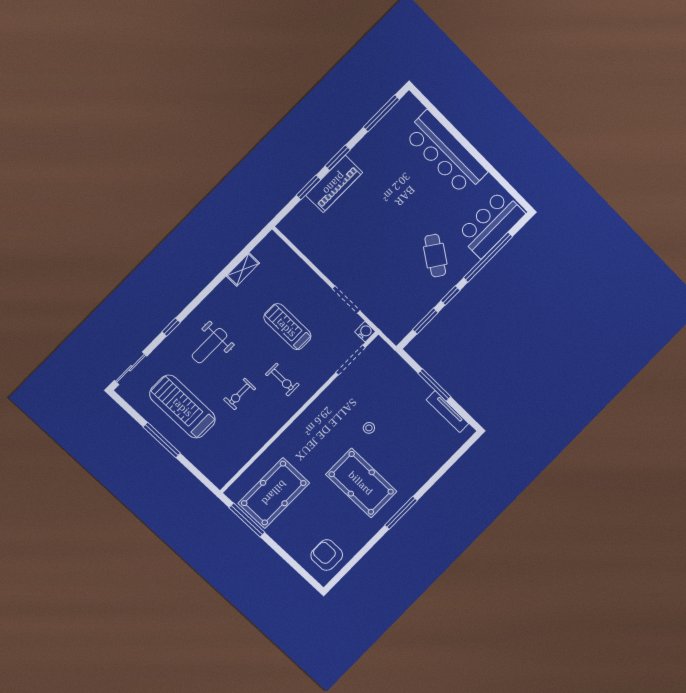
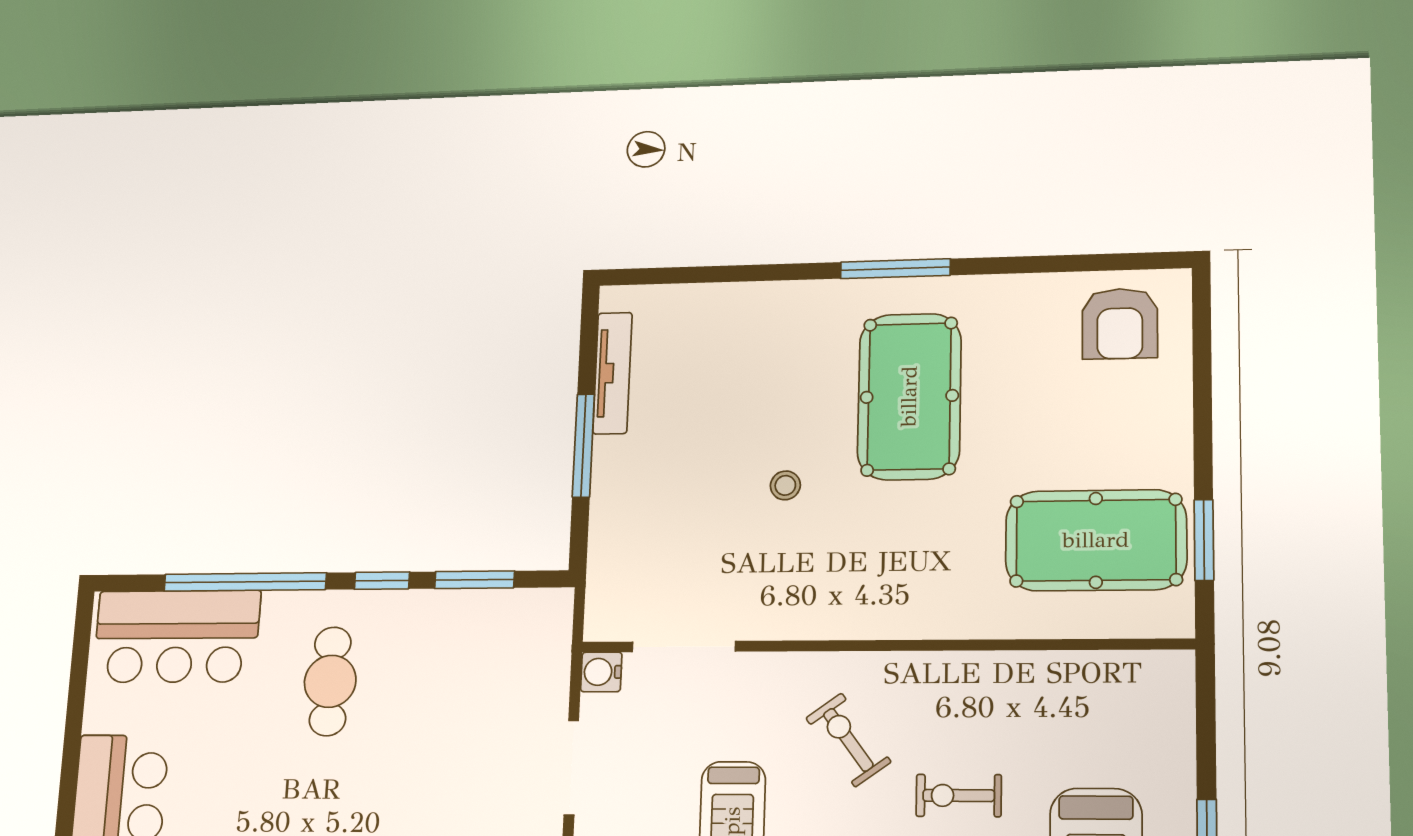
cafe table: (435, 256) -> (330, 681), turned -34
exercise bike: (282, 380) -> (848, 740), turned -36
exercise bike: (240, 394) -> (959, 796), turned 180
window: (247, 520) -> (1204, 540), width x0.69

